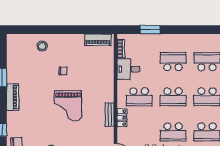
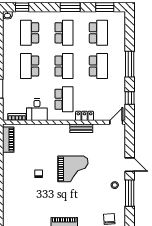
stool: (42, 46) -> (14, 194), removed

